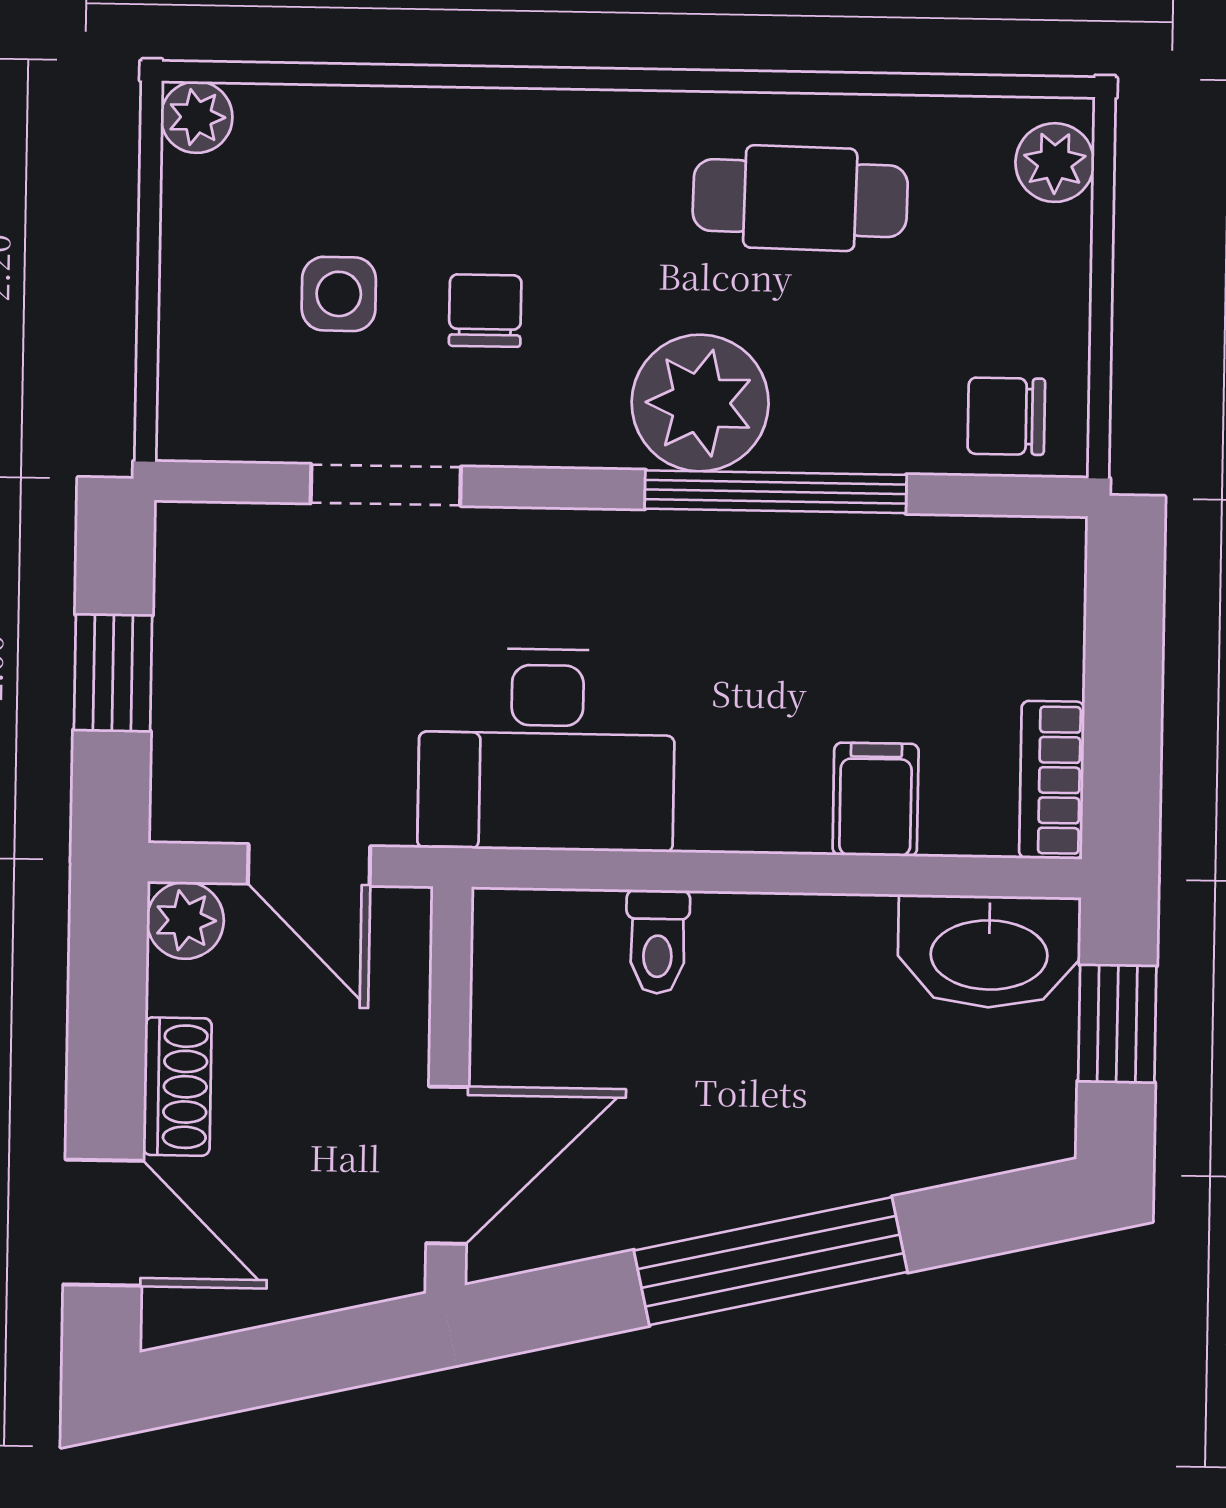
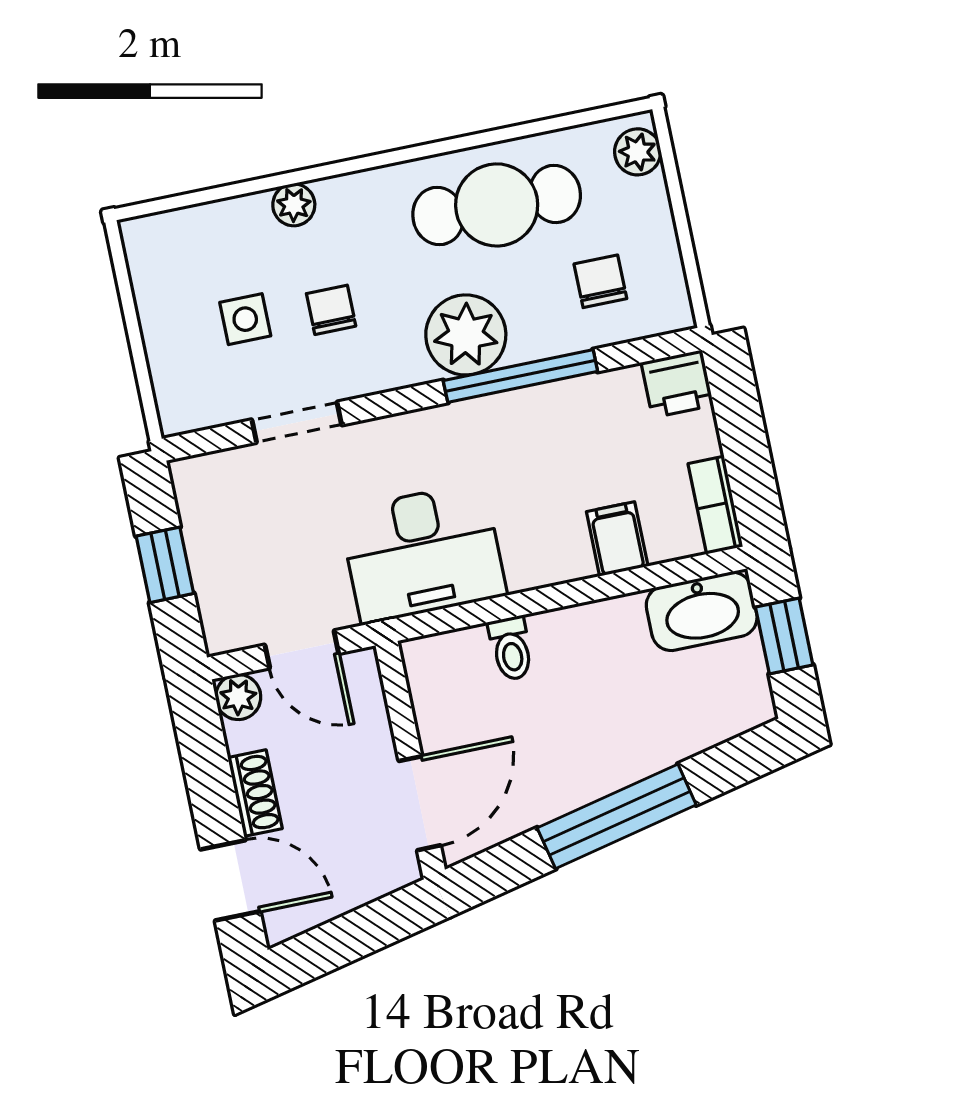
plant: (197, 117) -> (294, 205), moved
cafe table: (800, 198) -> (497, 205), width x1.37, depth x1.35
chair: (1006, 416) -> (600, 281), moved, turned 90
printer: (1034, 564) -> (677, 384), added

